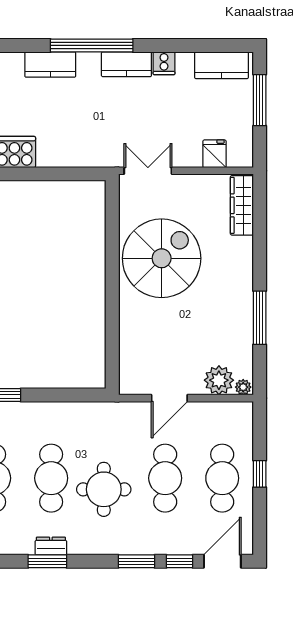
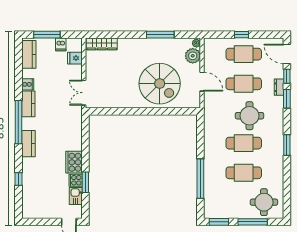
dishwasher: (241, 127) -> (61, 44), added
spiral stairs: (162, 258) -> (160, 84), moved, turned 180
dresser: (51, 546) -> (279, 87), moved

